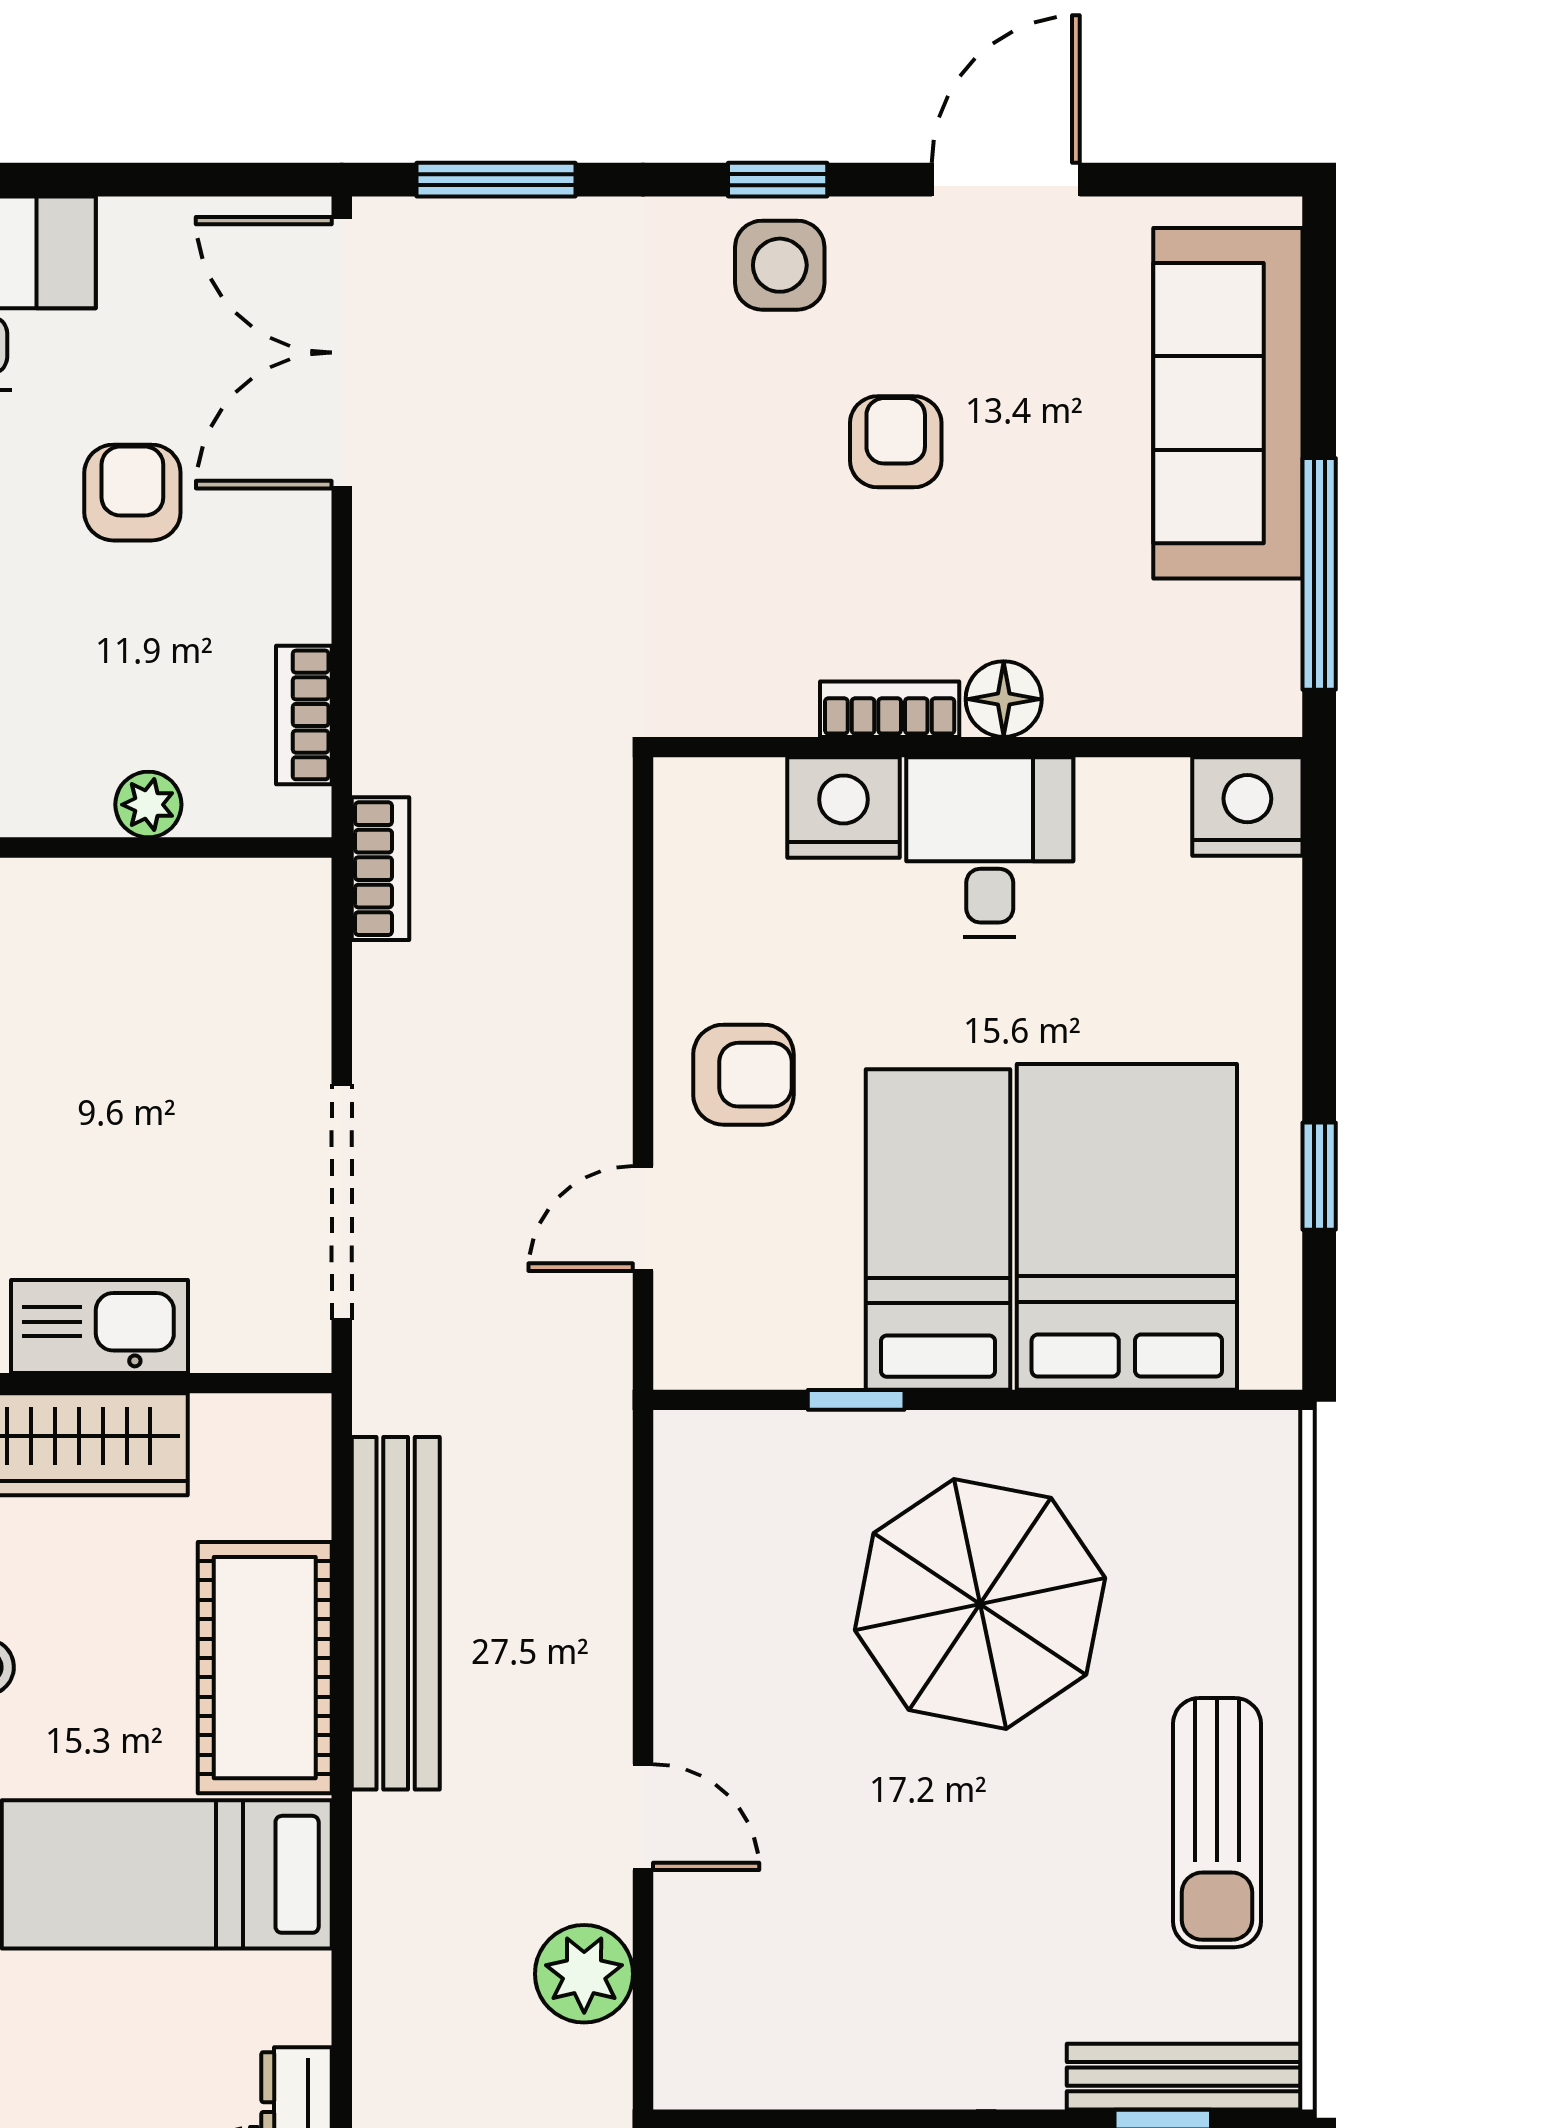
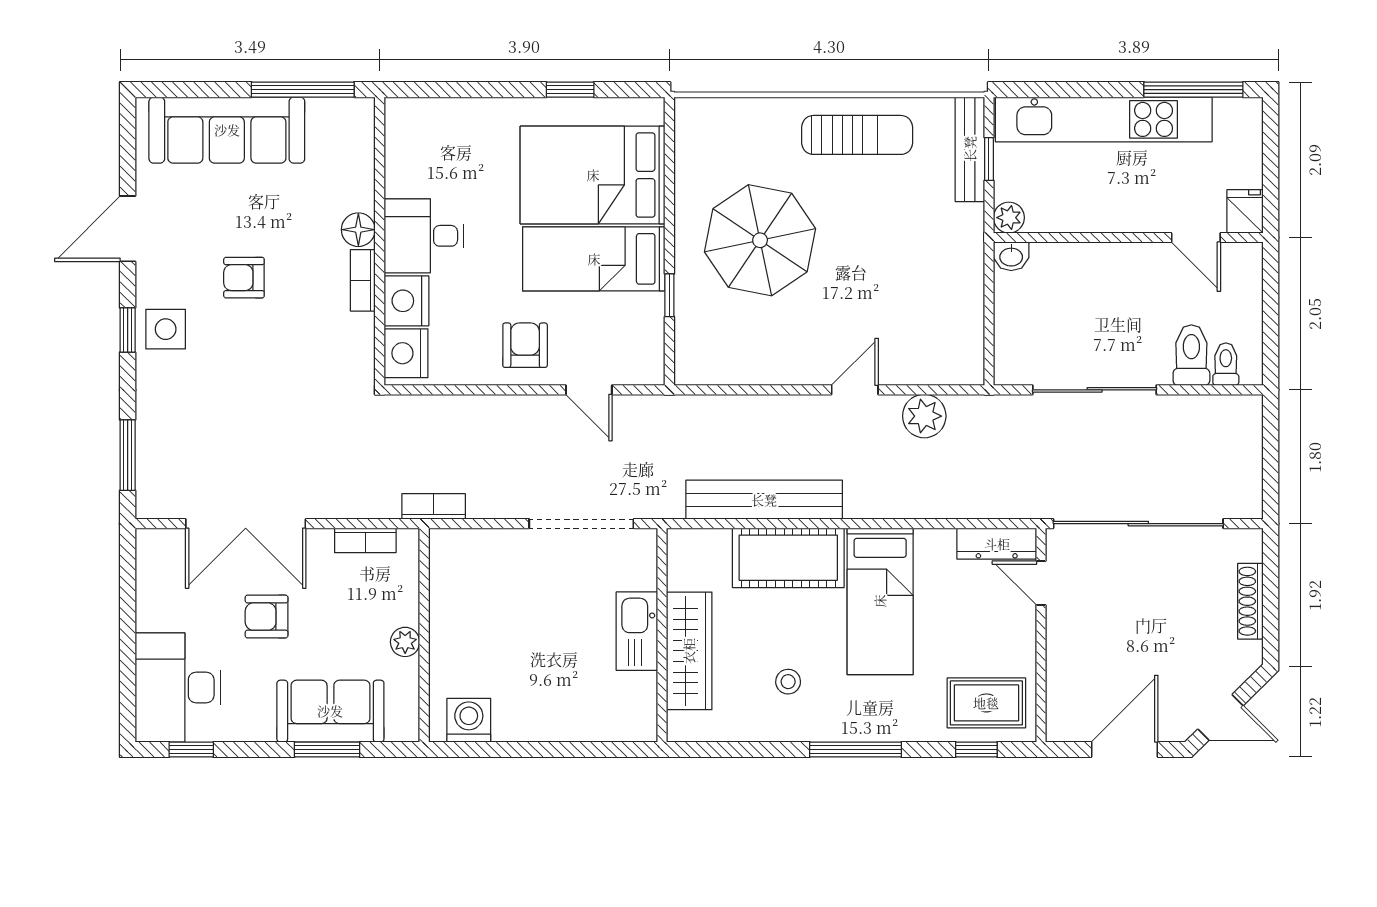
door: (1006, 180) -> (128, 229), hinge flipped
double door: (342, 353) -> (246, 524), moved
plant: (148, 805) -> (405, 642), moved
nightstand: (1247, 807) -> (406, 353), moved

